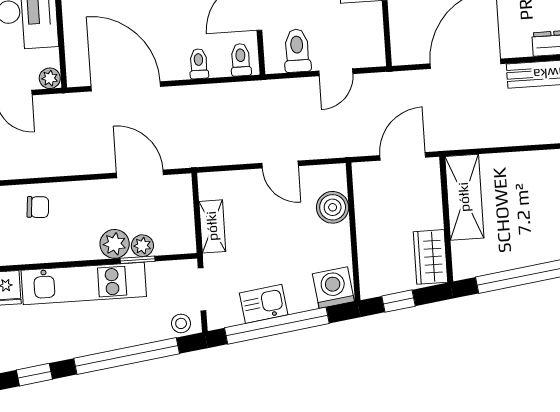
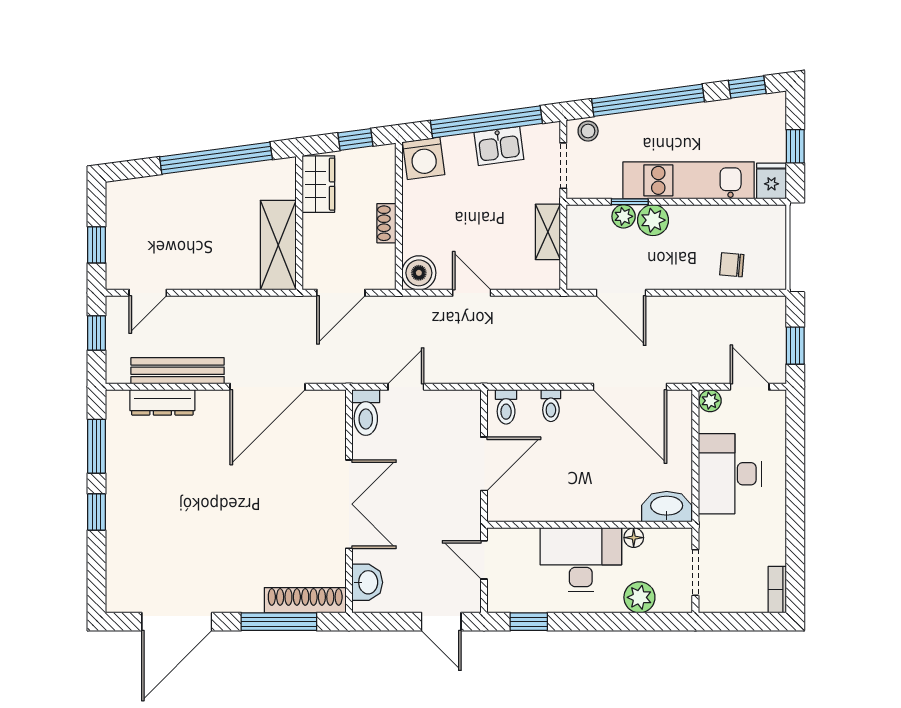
toilet: (297, 51) -> (366, 413), moved
boiler: (333, 207) -> (419, 273), moved
shoe rack: (364, 224) -> (386, 223), added

